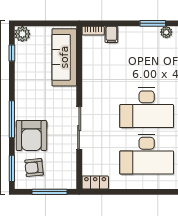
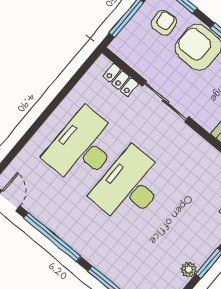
locker: (95, 182) -> (121, 80), moved, turned 90

